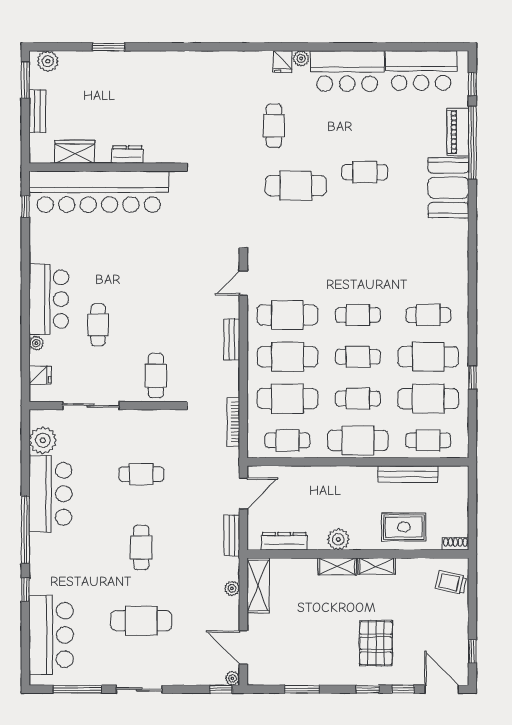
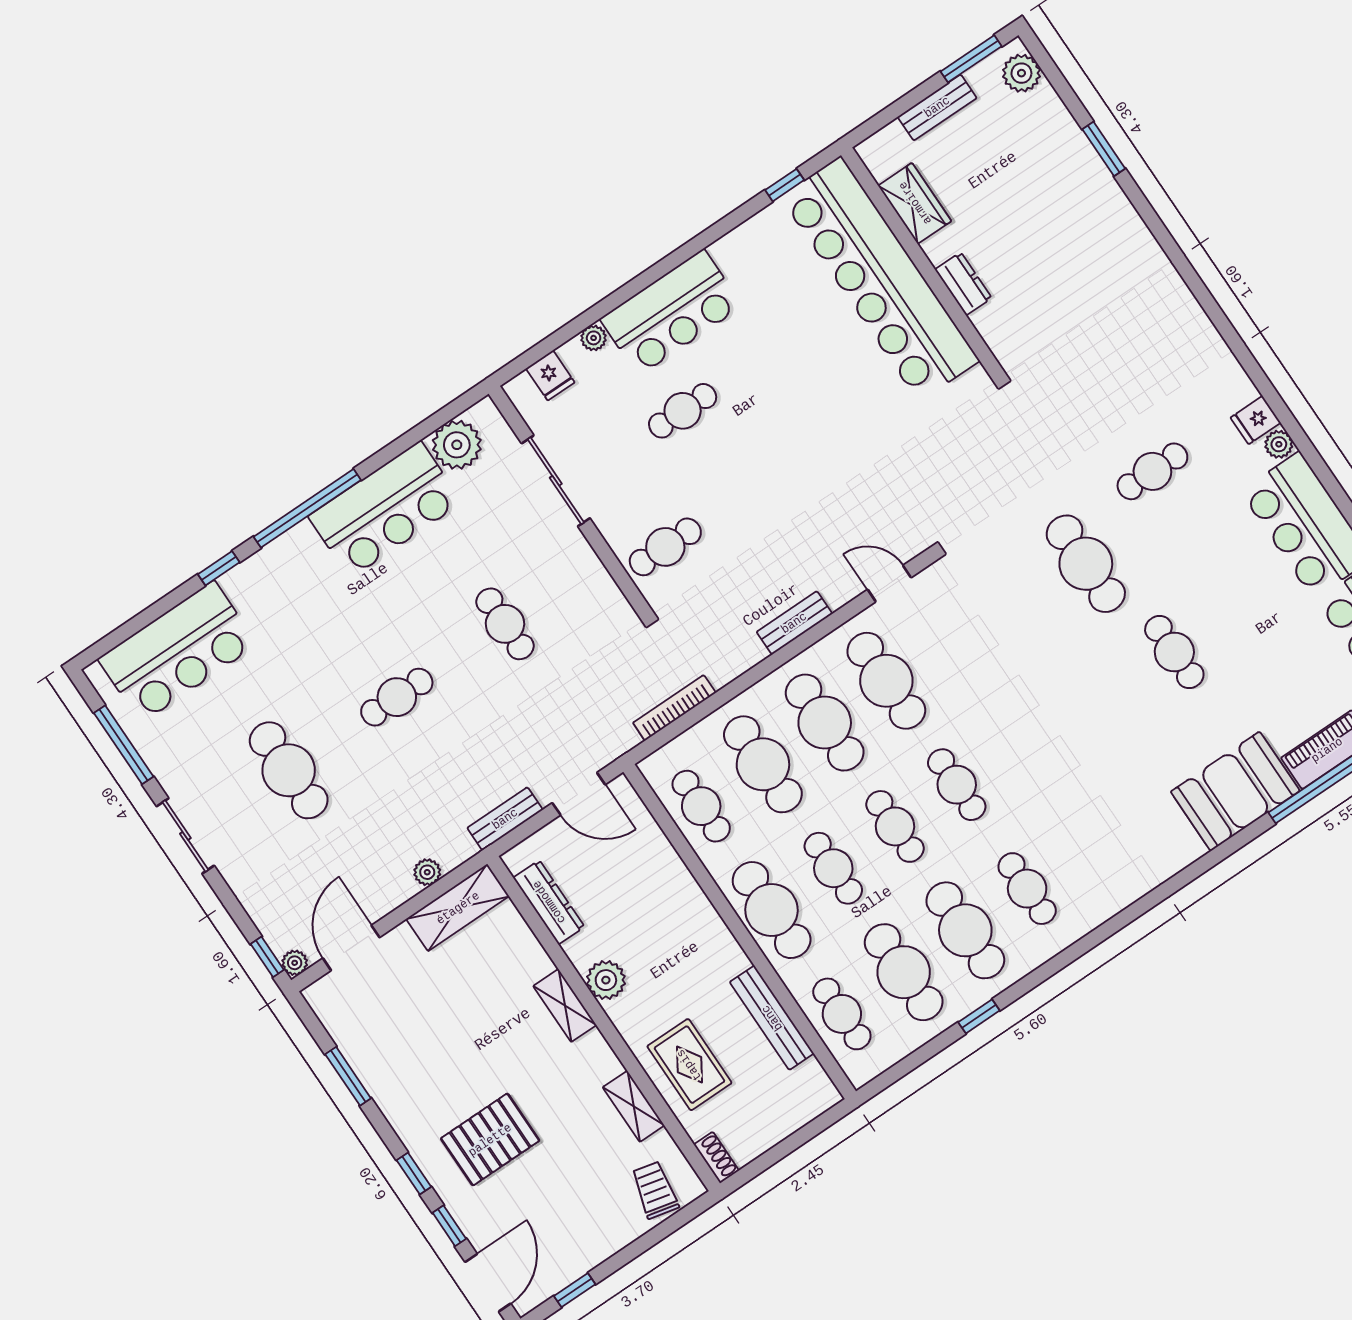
shelving: (376, 566) -> (634, 1106), moved

